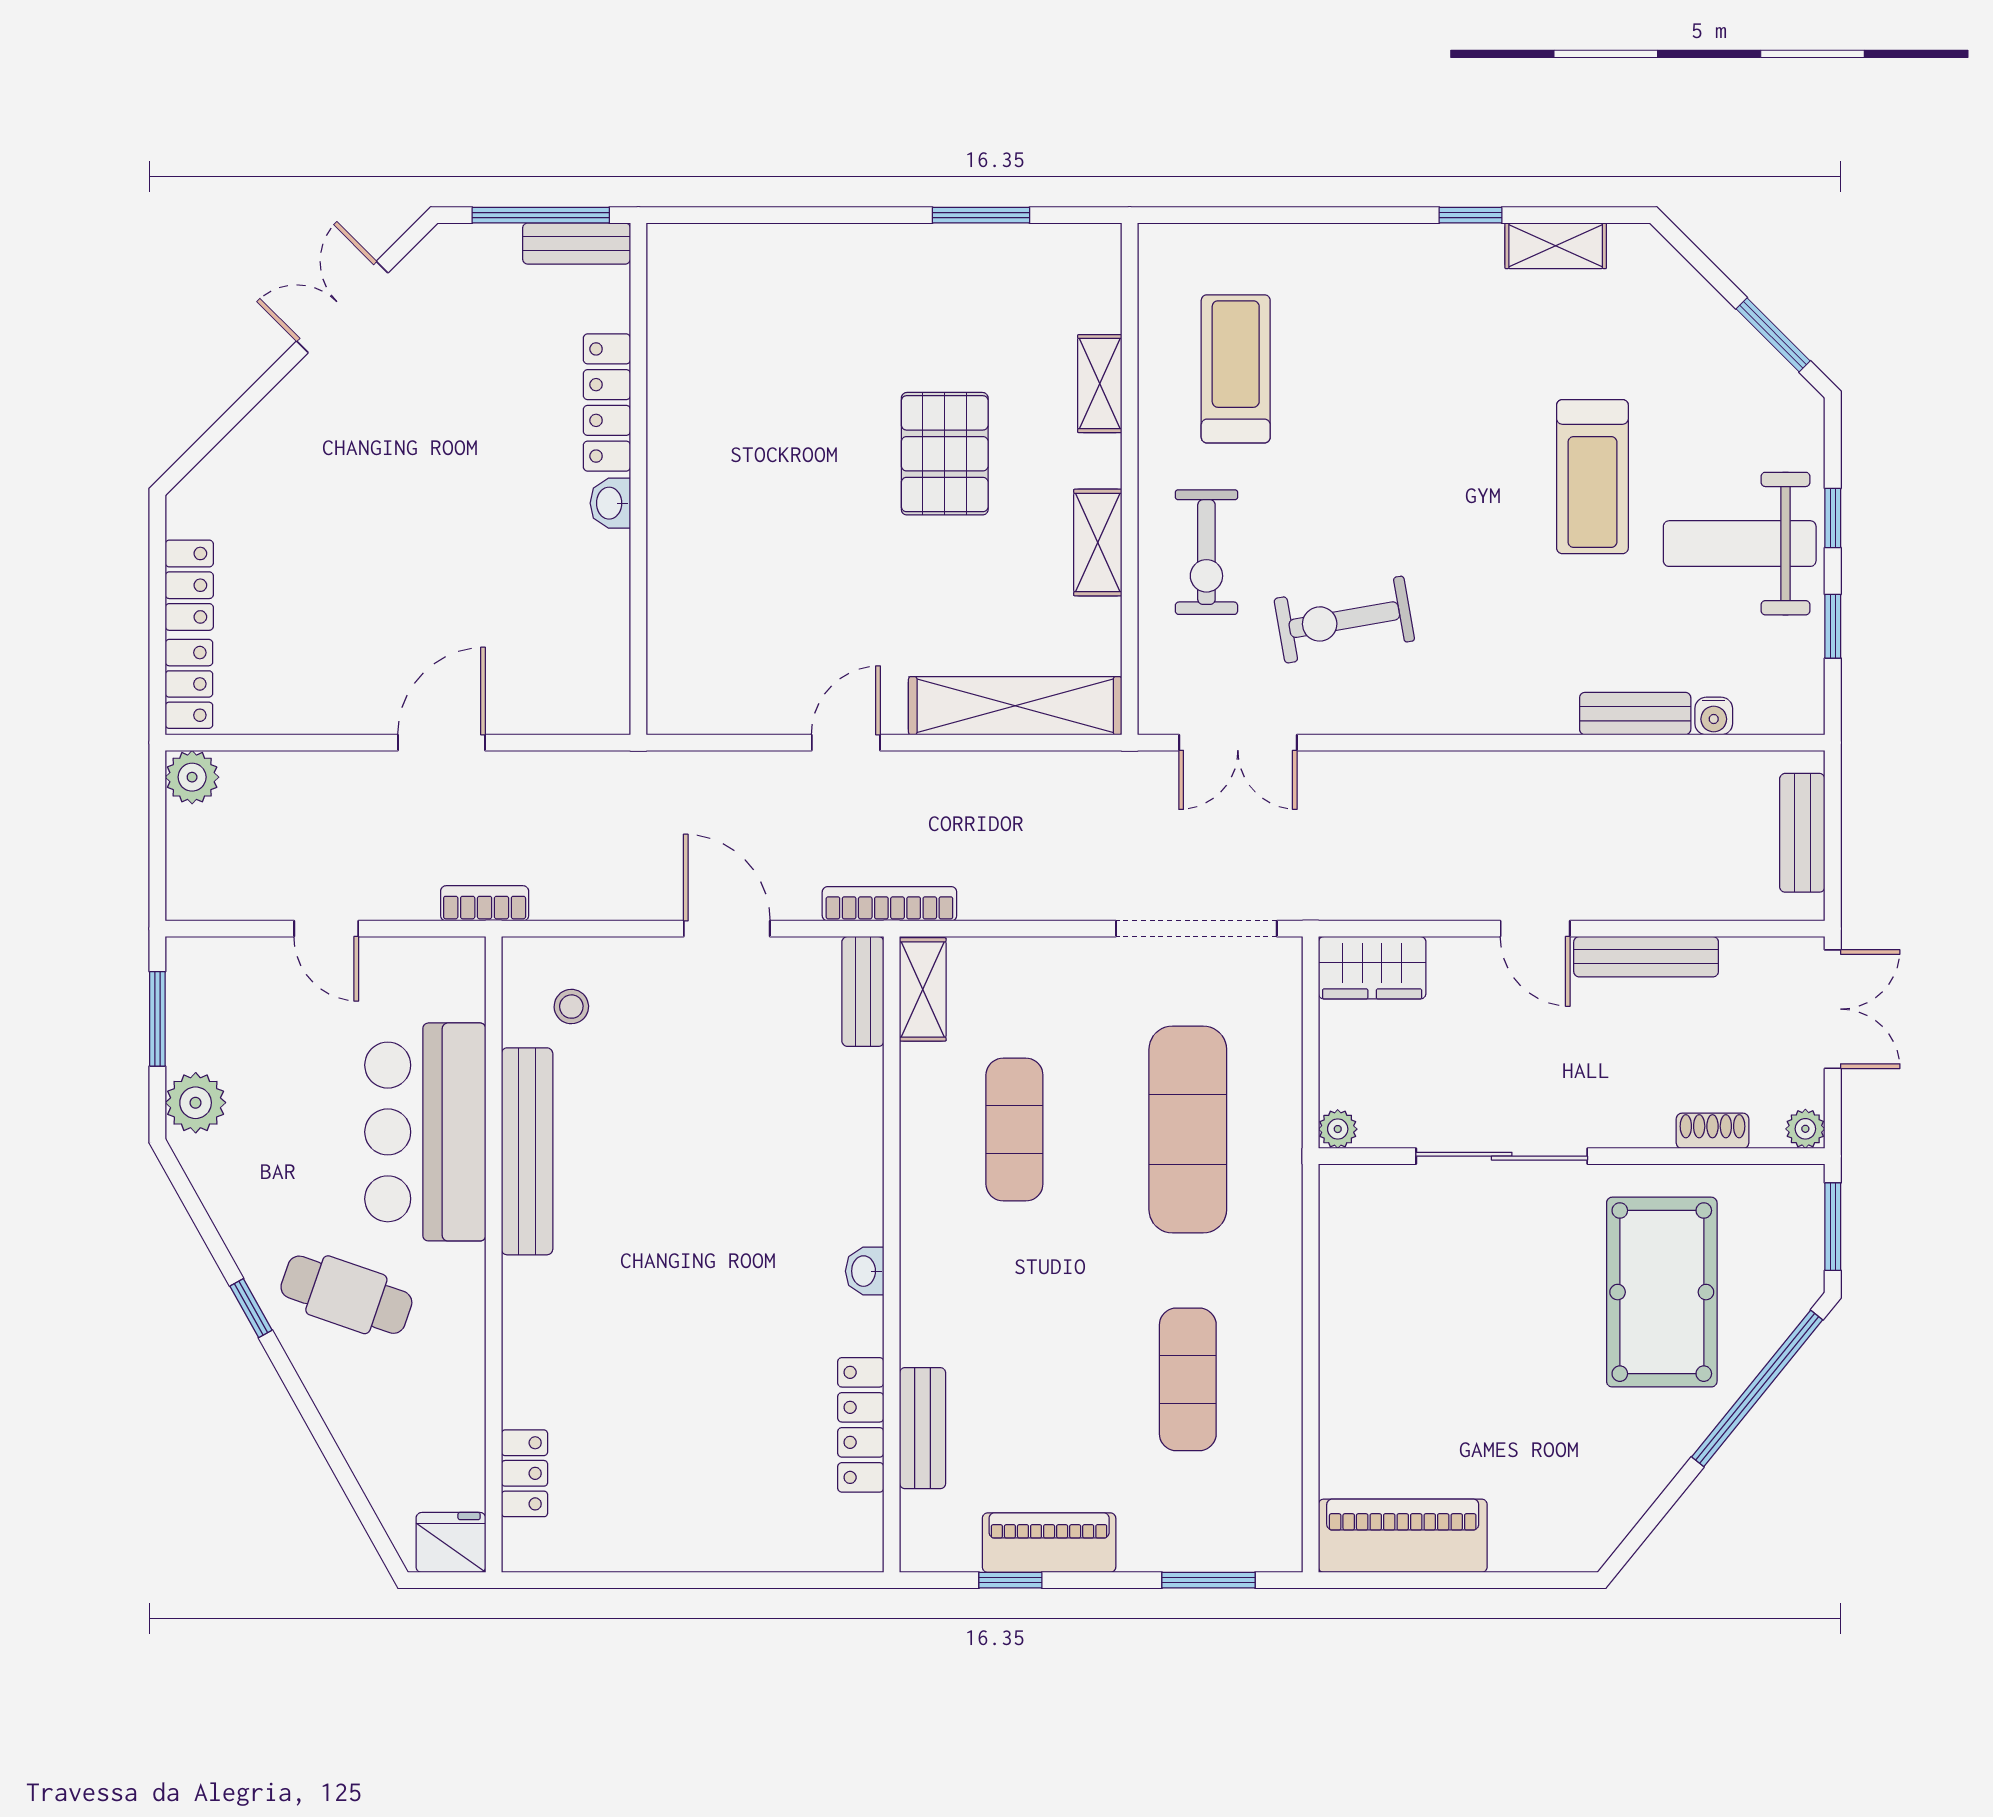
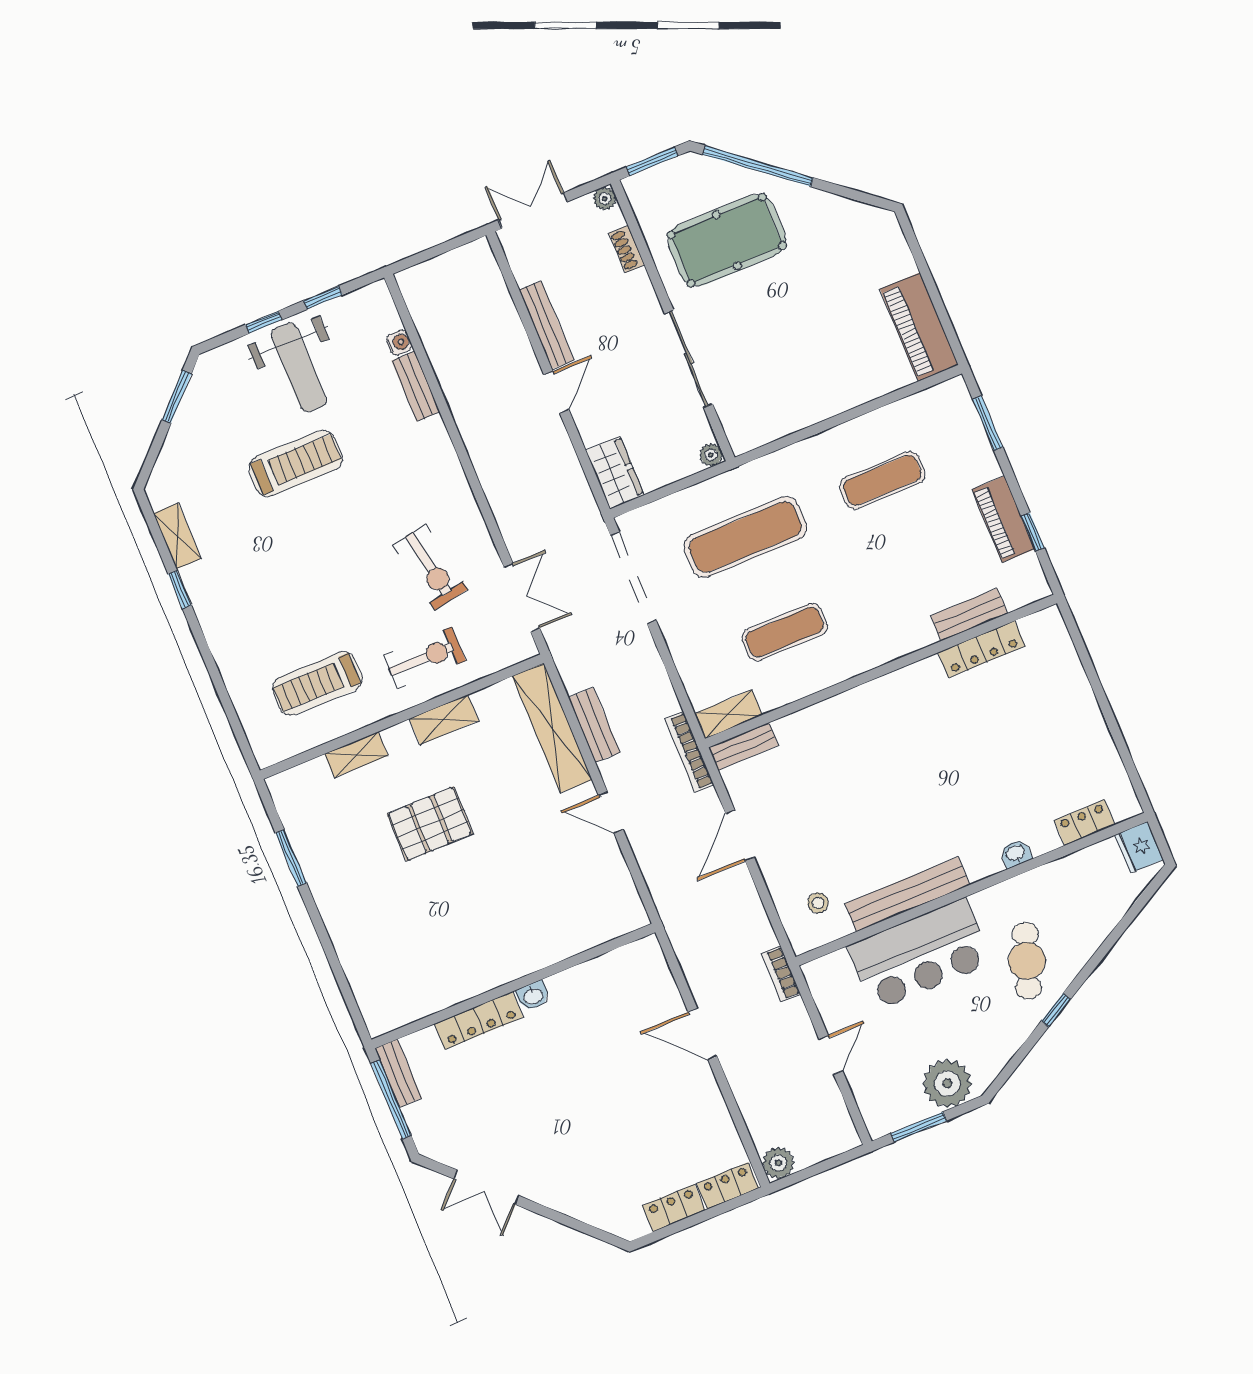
bench: (1802, 833) -> (594, 725), moved, turned 90
plant: (196, 1103) -> (947, 1084), width x1.36, depth x1.36
washbasin: (865, 1271) -> (1016, 854), moved, turned 180

